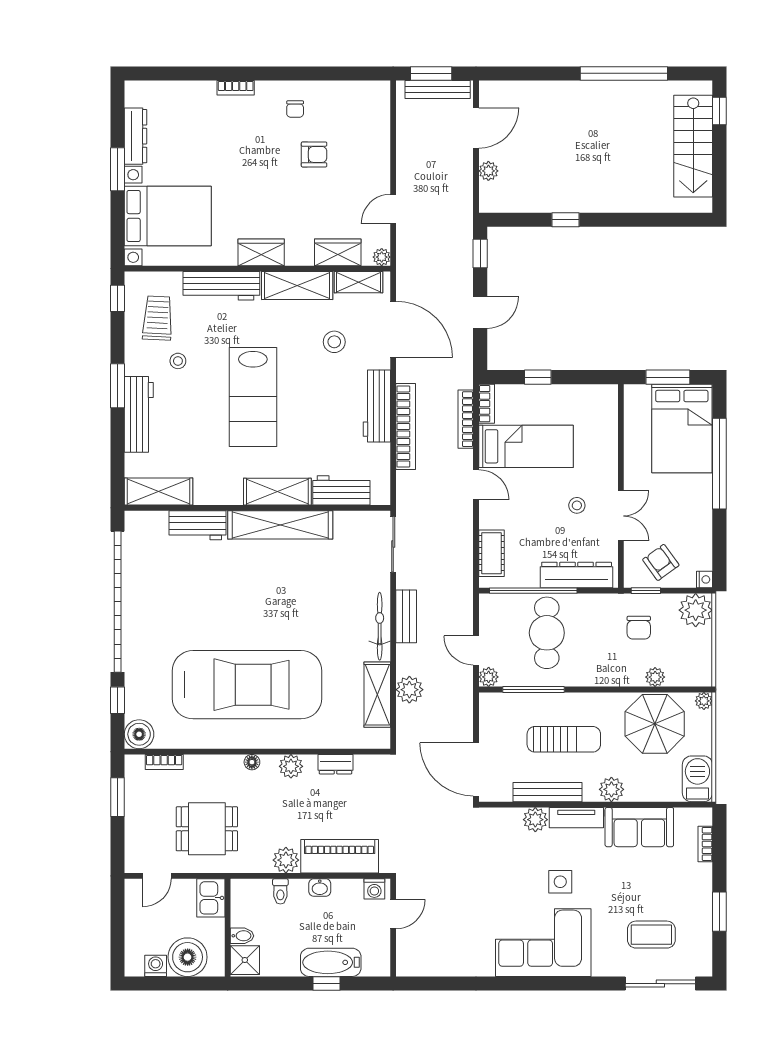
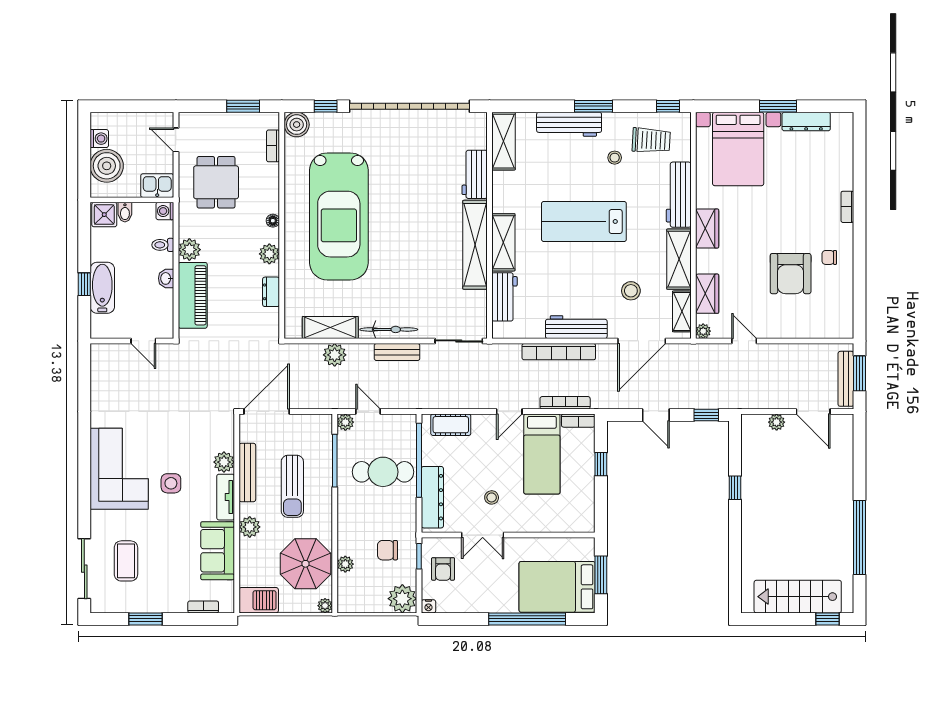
armchair: (314, 154) -> (791, 274), width x1.88, depth x1.88
armchair: (661, 562) -> (443, 569), turned 126
door: (476, 650) -> (368, 412), hinge flipped
washing machine: (374, 889) -> (165, 211), moved

